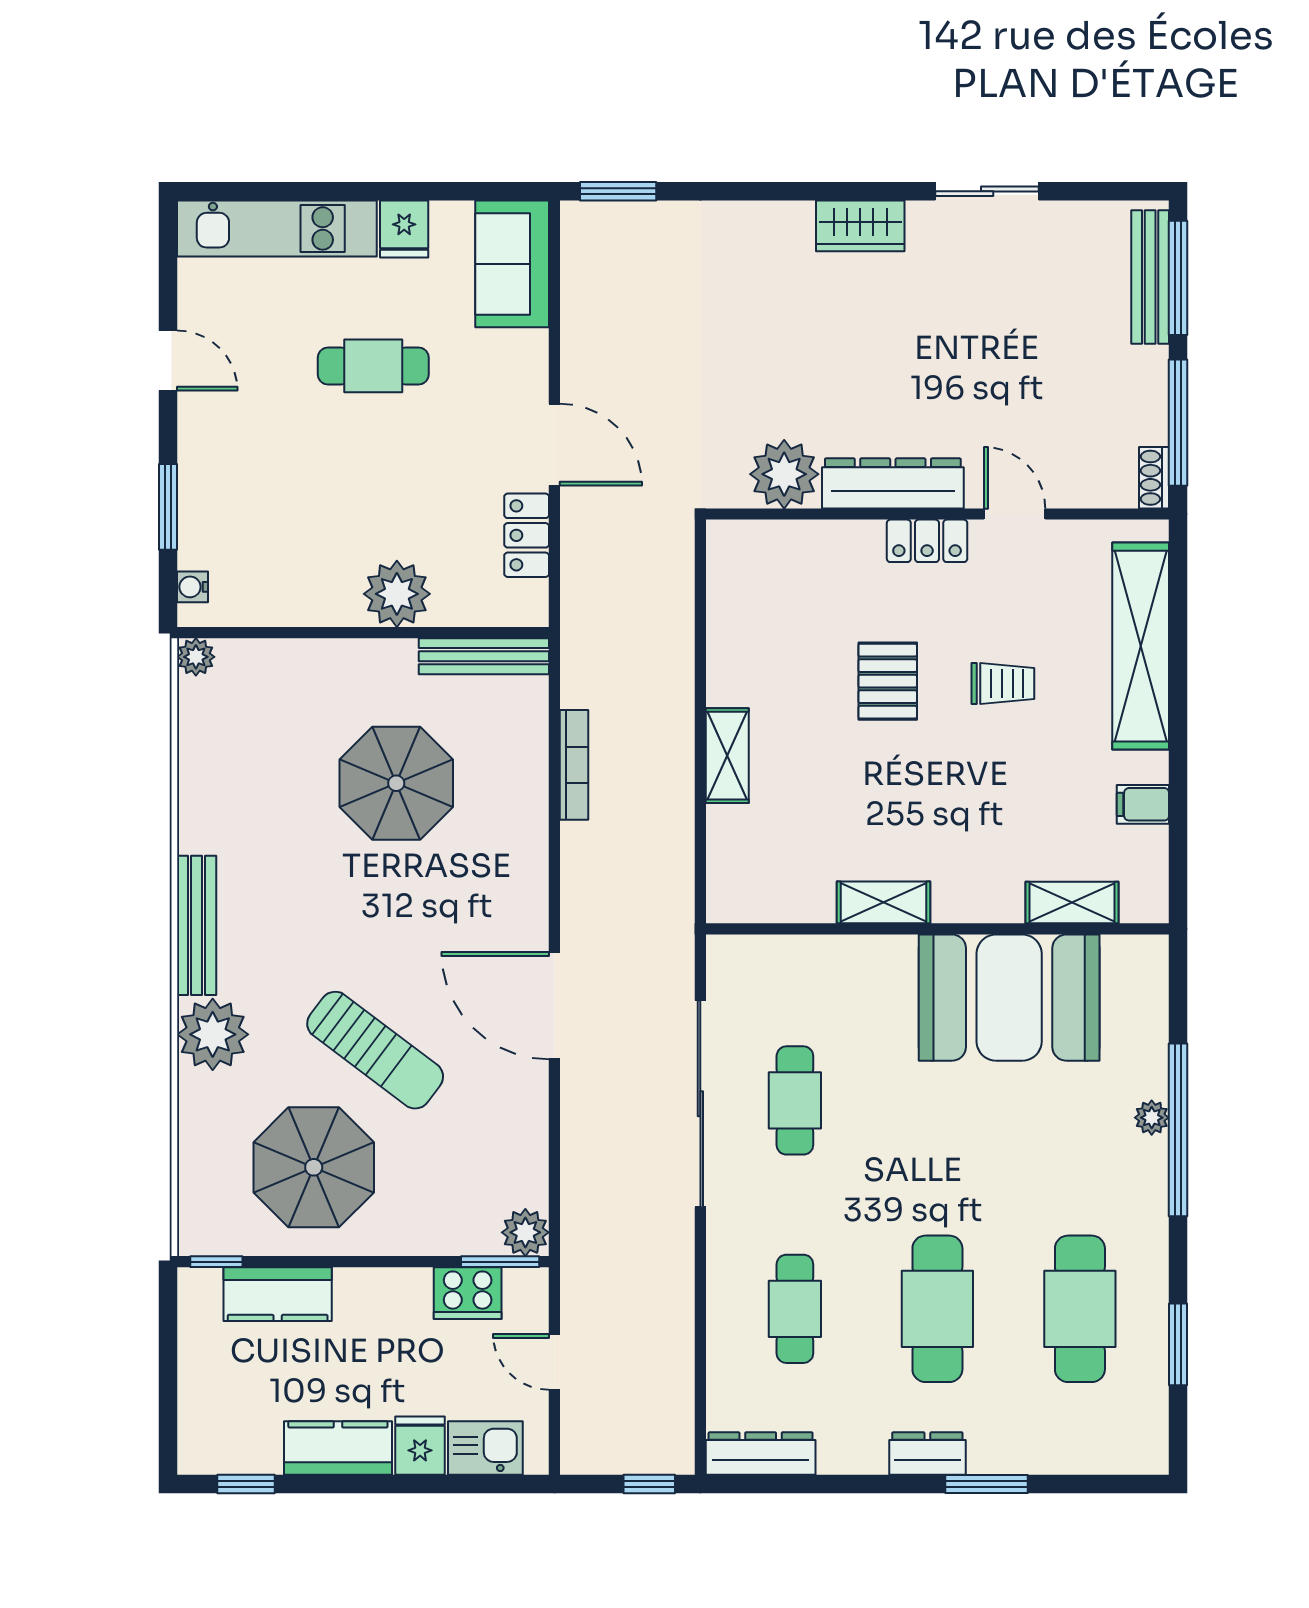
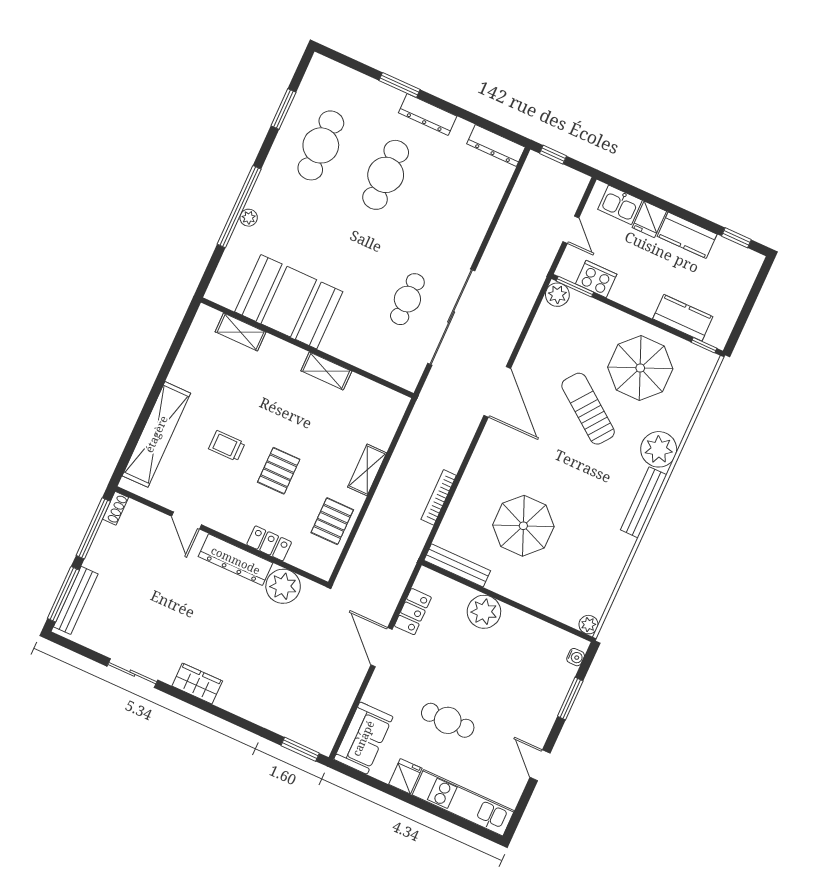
locker: (927, 541) -> (269, 543), moved
pallet: (748, 633) -> (332, 521), added
filing cabinet: (1143, 804) -> (188, 362), removed
cafe table: (795, 1309) -> (450, 204), removed
dresser: (927, 1454) -> (428, 115), width x1.44

